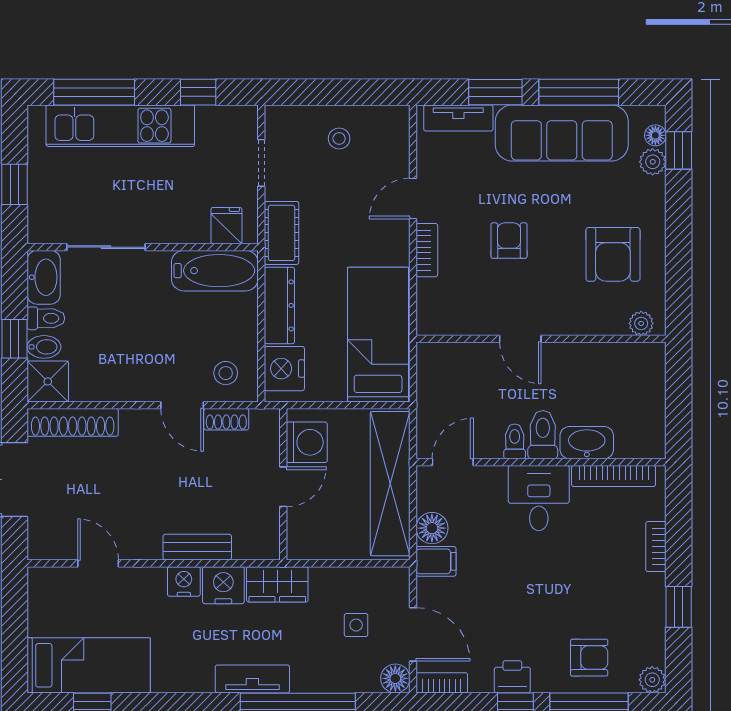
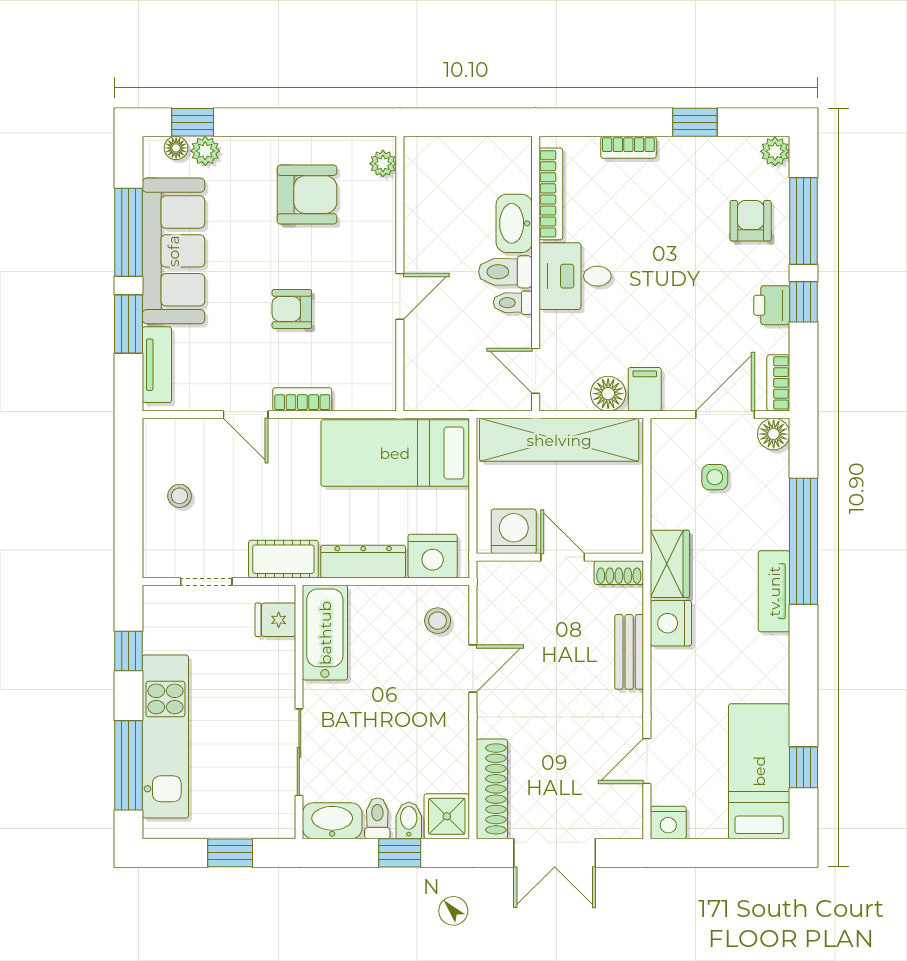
shoe rack: (226, 419) -> (619, 573), moved, turned 90
nightstand: (184, 581) -> (668, 823), moved, turned -90

